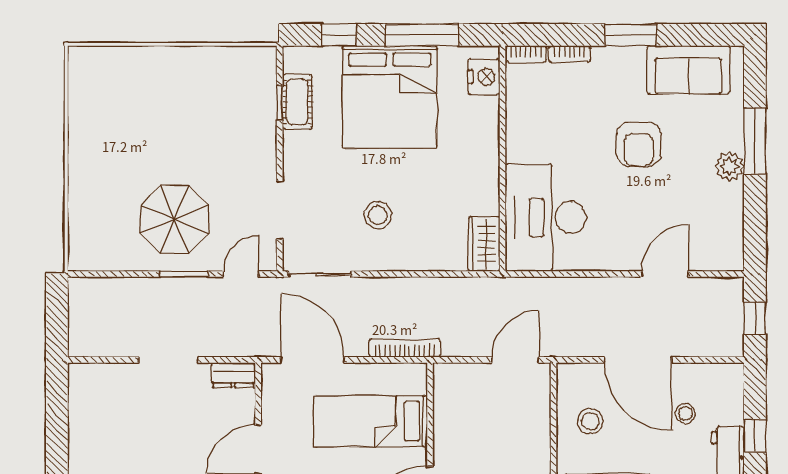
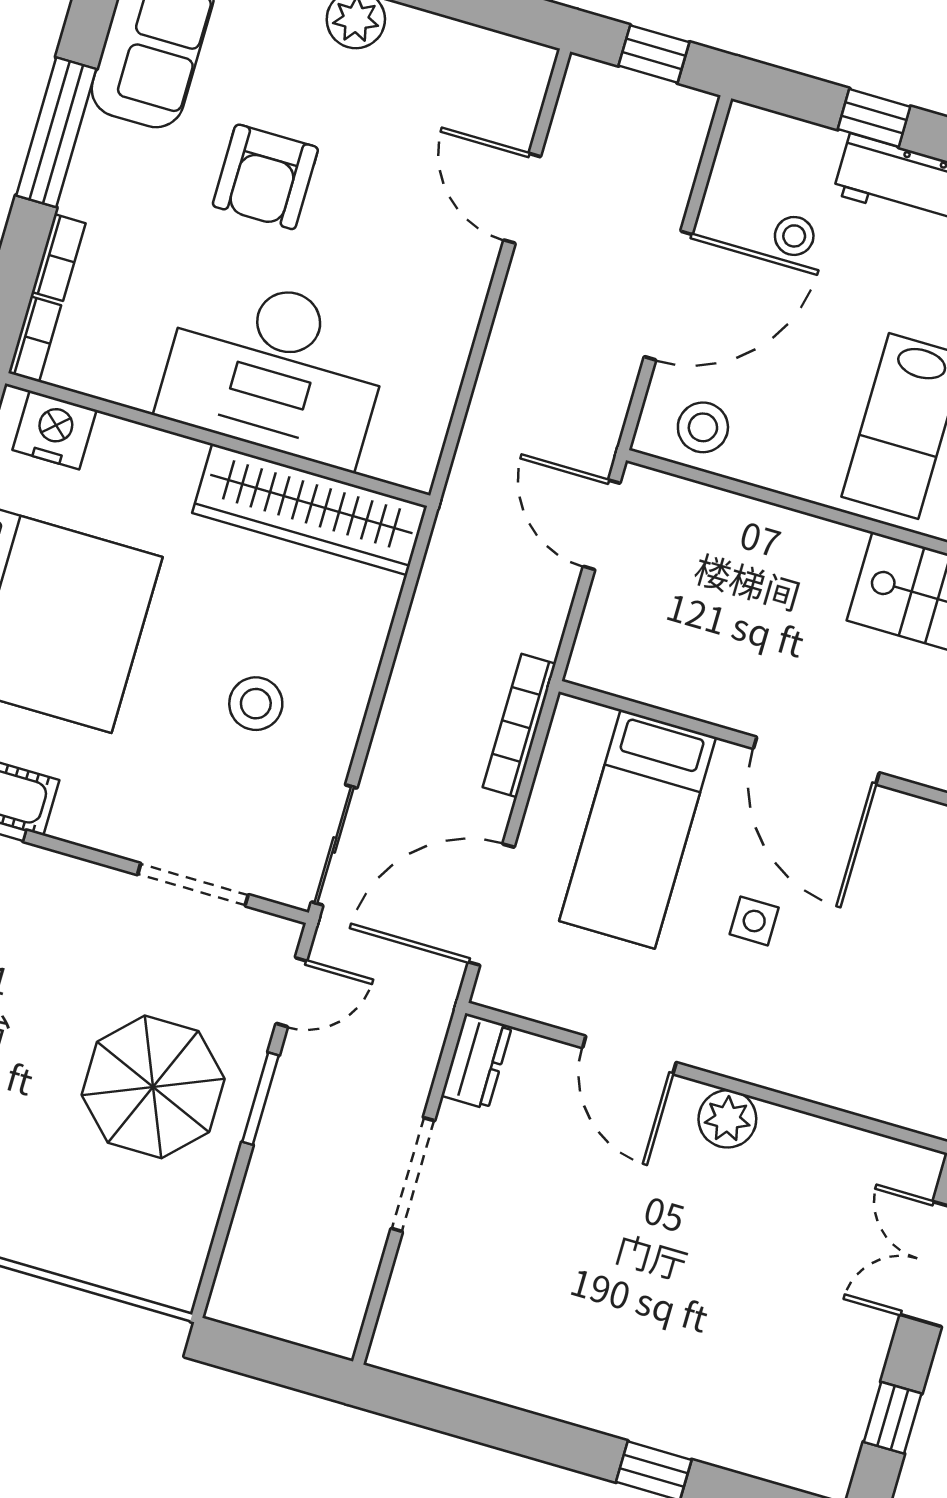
window: (631, 35) -> (56, 132), width x1.44
armchair: (639, 144) -> (265, 177), turned 90
desk: (545, 217) -> (275, 369), moved
wardrobe: (484, 244) -> (310, 509), width x2.10, depth x1.17
door: (241, 274) -> (291, 992), swing flipped
stool: (590, 421) -> (703, 427), moved

